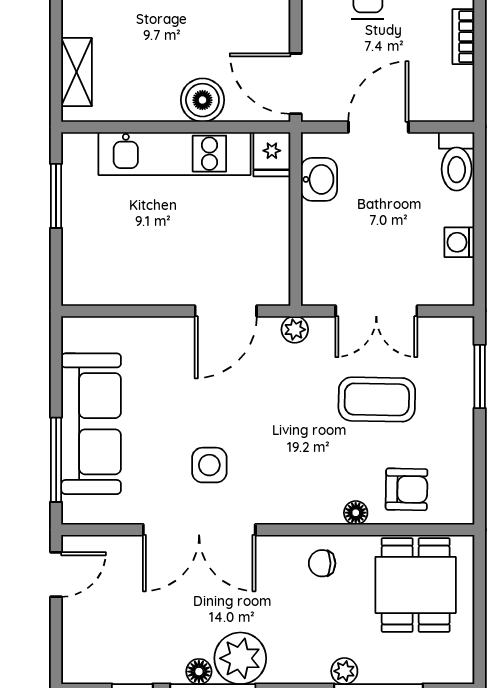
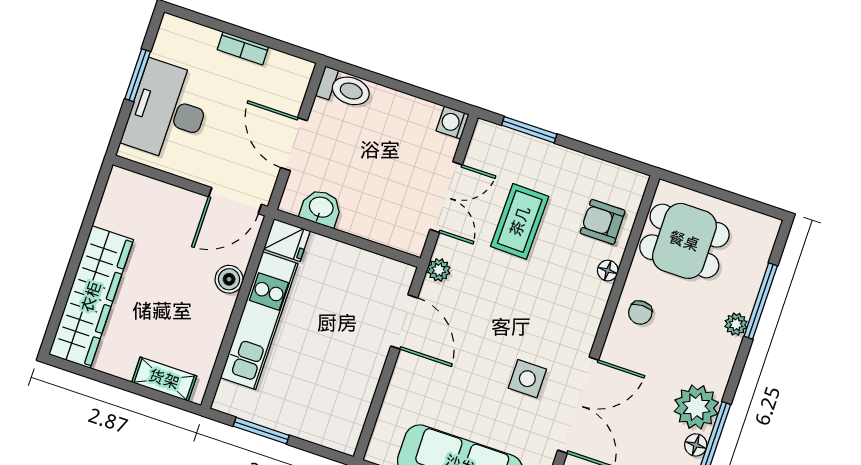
boiler: (202, 100) -> (229, 279), width x0.73, depth x0.73
washing machine: (459, 242) -> (453, 123), moved, turned 90
armchair: (407, 489) -> (603, 222), turned -91

